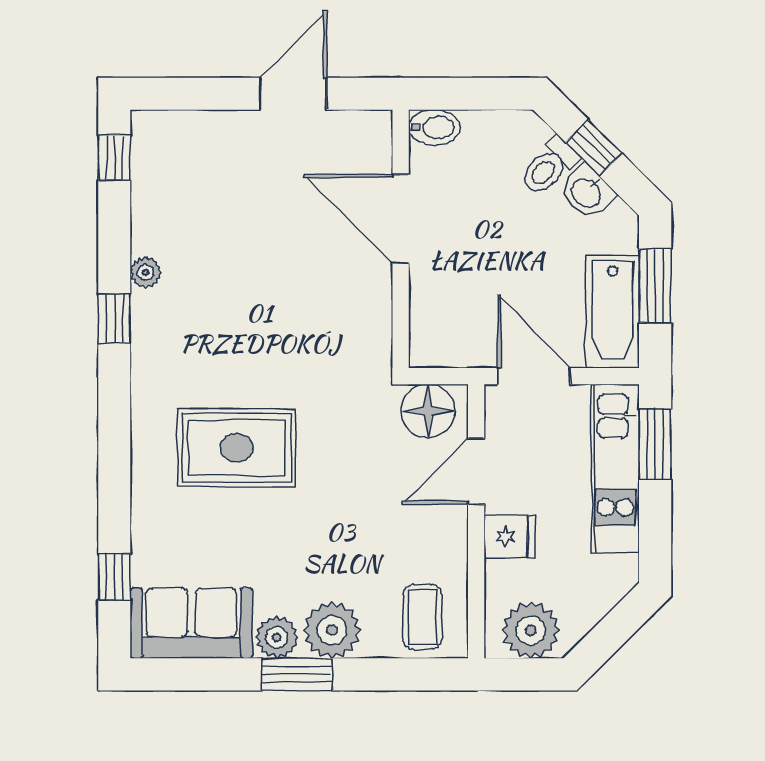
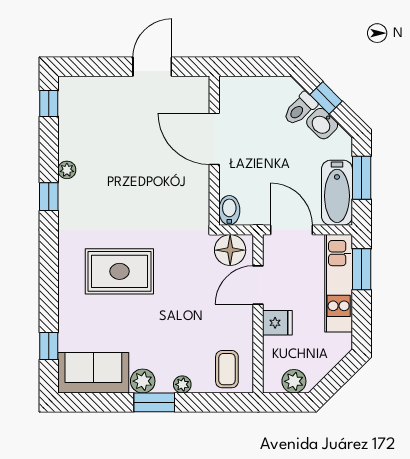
bidet: (434, 127) -> (229, 210), moved, turned -90
plant: (332, 630) -> (182, 384), width x0.53, depth x0.53
plant: (531, 630) -> (294, 381), width x0.73, depth x0.73

